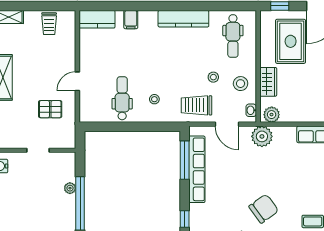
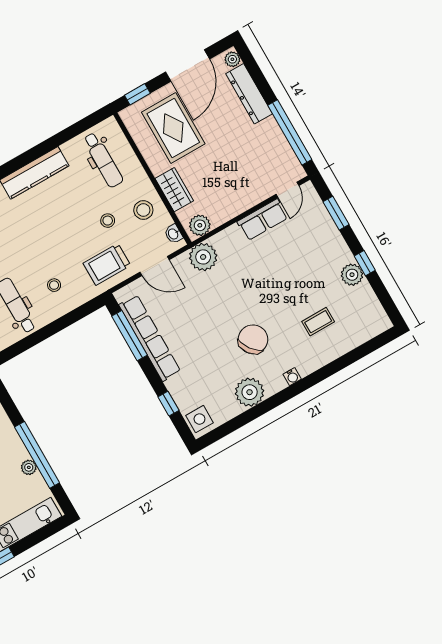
plant: (70, 188) -> (29, 467), moved

